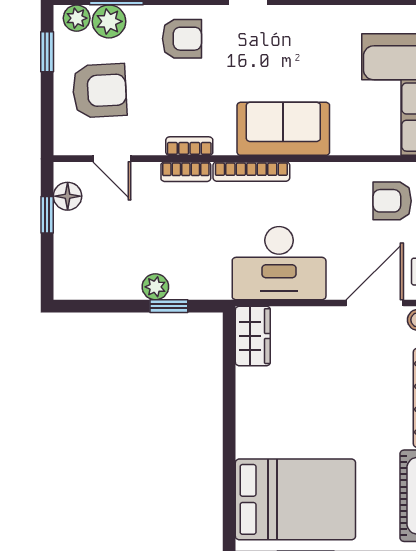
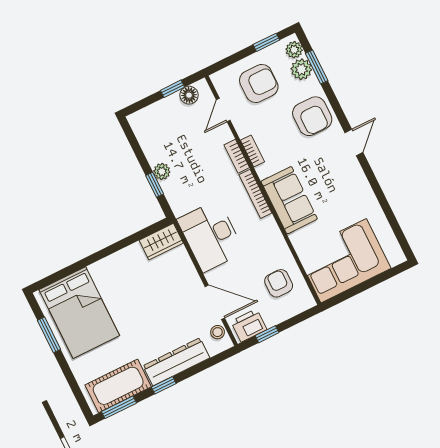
armchair: (182, 39) -> (312, 116), width x1.38, depth x1.38
armchair: (99, 91) -> (259, 83), turned -87

